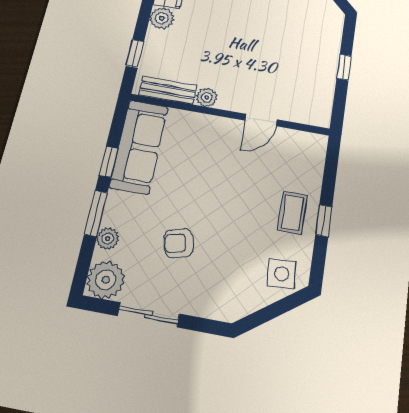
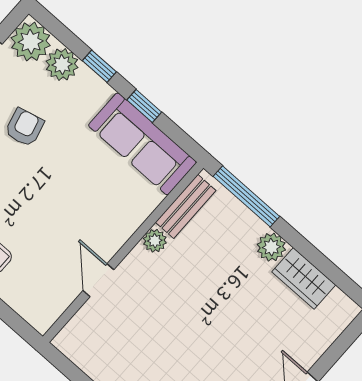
window: (135, 54) -> (246, 196), width x2.17
window: (96, 213) -> (99, 66), width x0.67
plant: (108, 239) -> (62, 64), width x1.38, depth x1.38

